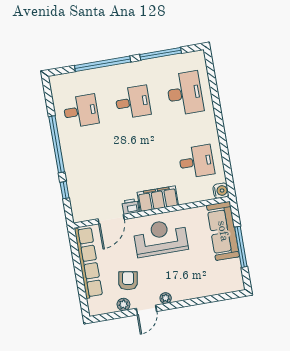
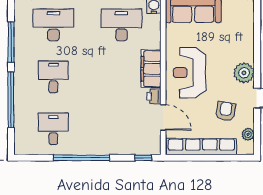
desk: (196, 162) -> (122, 25), width x1.37
window: (65, 190) -> (143, 158), moved
armchair: (128, 281) -> (226, 111), turned 89
plant: (166, 298) -> (244, 73), width x1.87, depth x1.87
plant: (123, 304) -> (248, 134), moved

